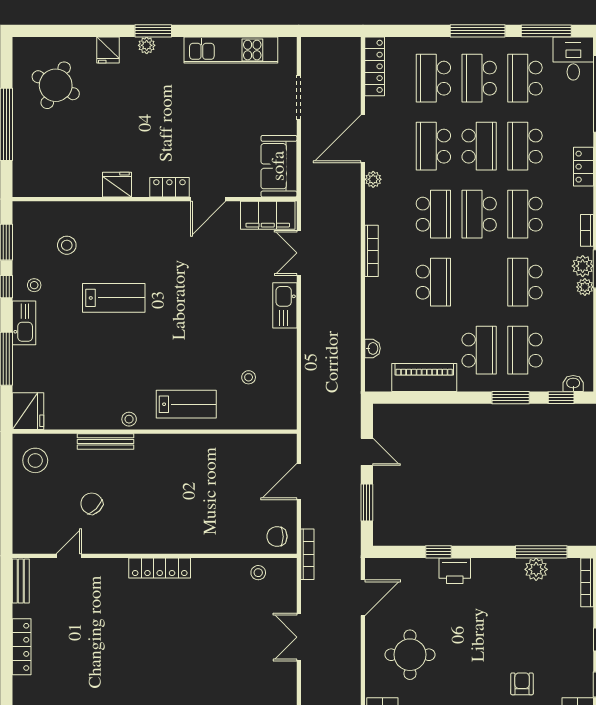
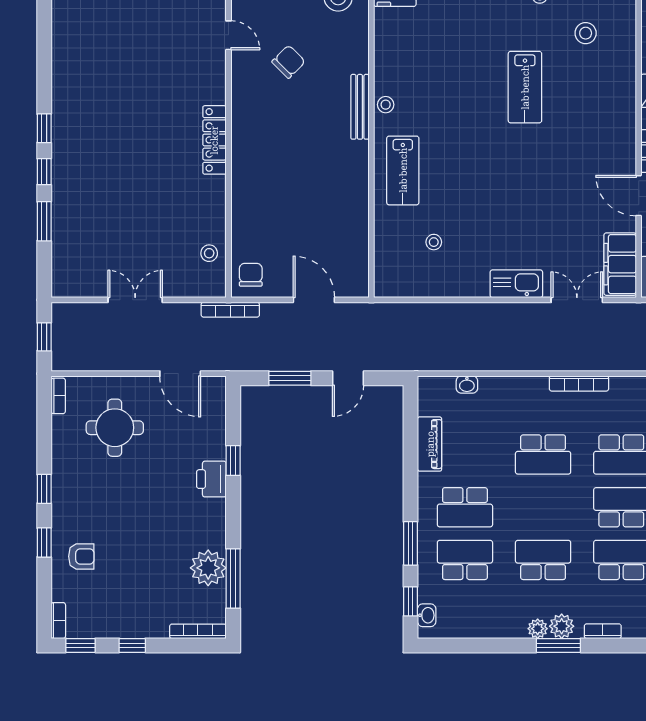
piano: (424, 377) -> (430, 444), width x0.73, depth x0.75
bench: (105, 441) -> (360, 107), moved
plant: (536, 569) -> (208, 568), width x1.36, depth x1.36

